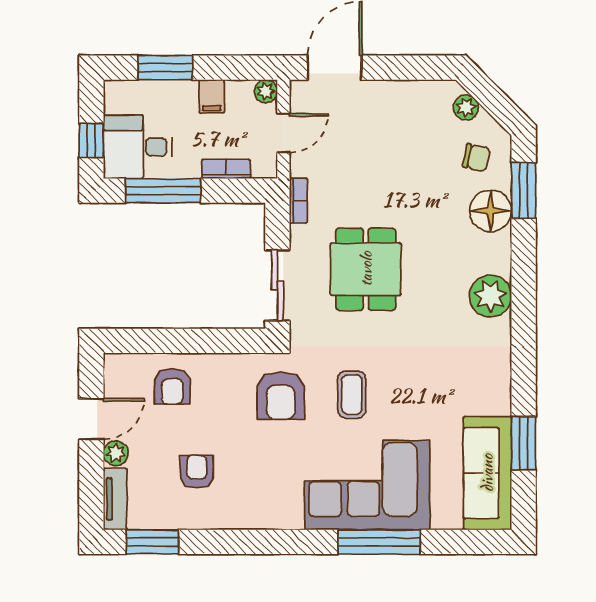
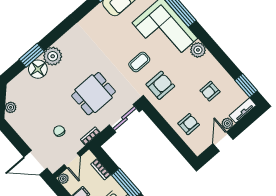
door: (283, 133) -> (72, 161), swing flipped
chair: (476, 158) -> (59, 131), moved
window: (524, 191) -> (32, 55), moved
plant: (491, 296) -> (53, 56), moved
door: (91, 419) -> (223, 142), hinge flipped
plant: (285, 513) -> (198, 50), added

